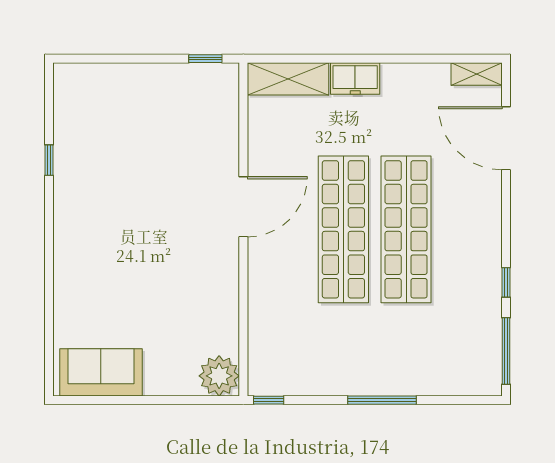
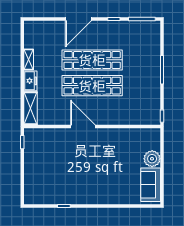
shelving: (477, 74) -> (29, 59), moved
door: (506, 138) -> (78, 19), moved
plant: (219, 376) -> (152, 159), moved

